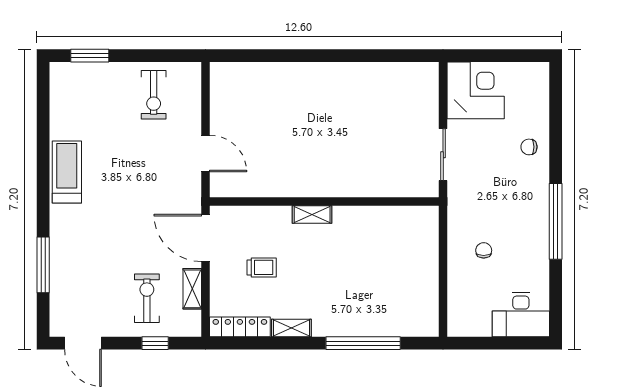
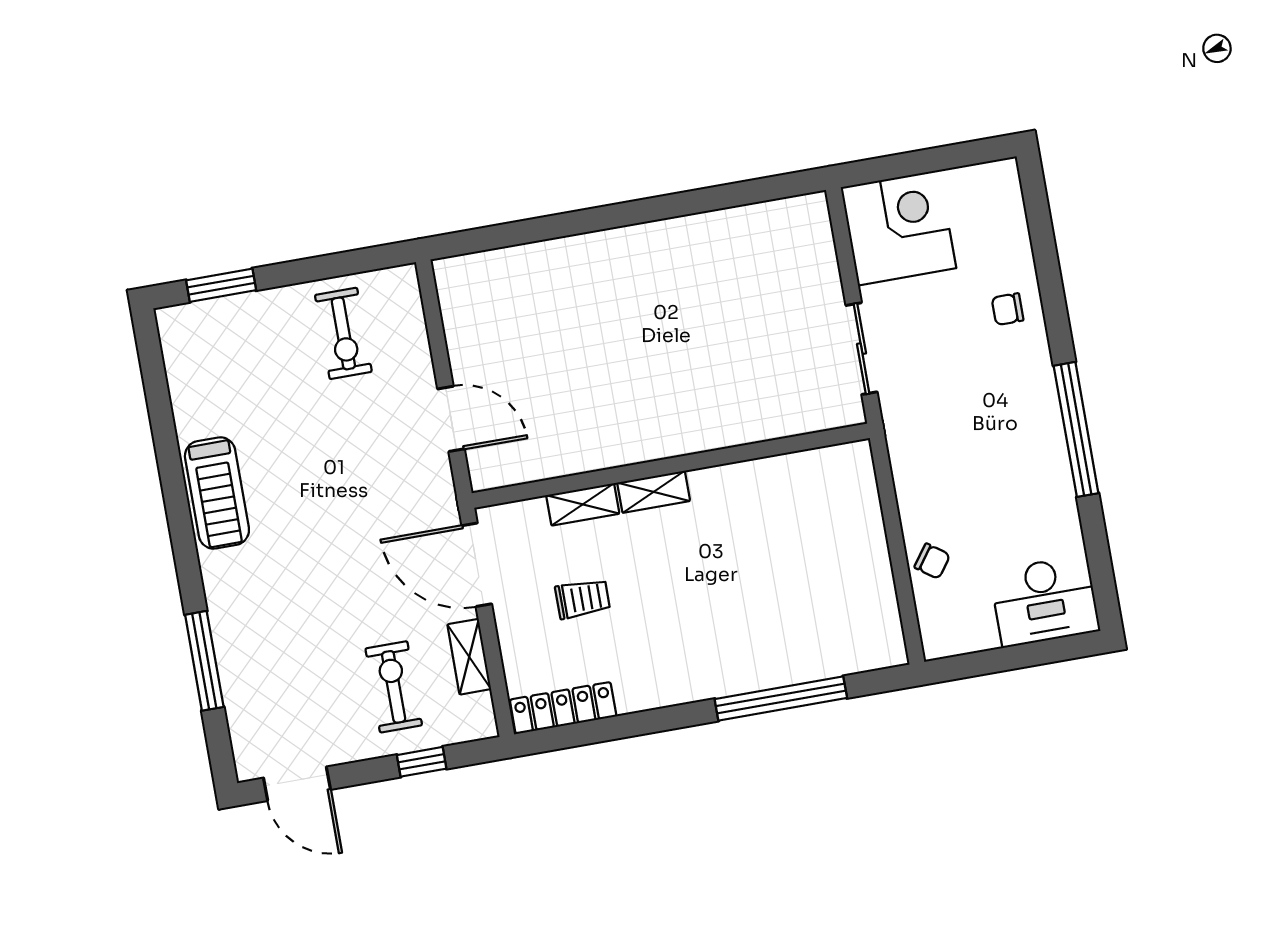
treadmill: (67, 172) -> (217, 493), turned 180
chair: (484, 250) -> (932, 561), moved, turned 126
shelving: (291, 328) -> (583, 504), moved

